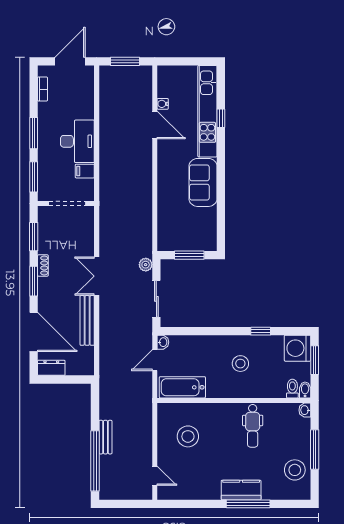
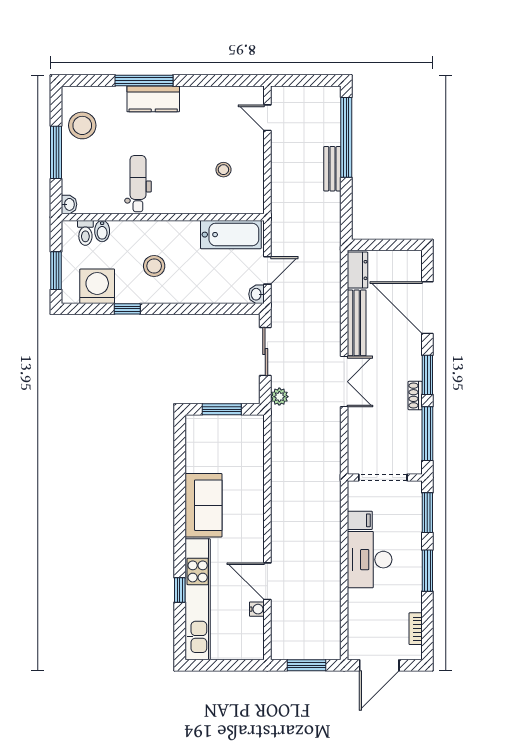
window: (34, 237) -> (427, 434), width x1.44
washing machine: (297, 348) -> (97, 286), moved, turned -90
dresser: (51, 368) -> (358, 270), moved, turned -90
bidet: (305, 390) -> (102, 231), moved
stool: (188, 436) -> (223, 170), width x0.53, depth x0.53

